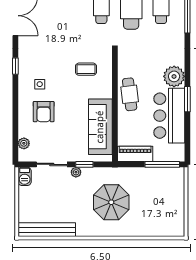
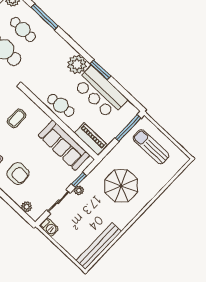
piano: (135, 154) -> (91, 139), moved, turned 90
sun lounger: (164, 196) -> (151, 147), added

